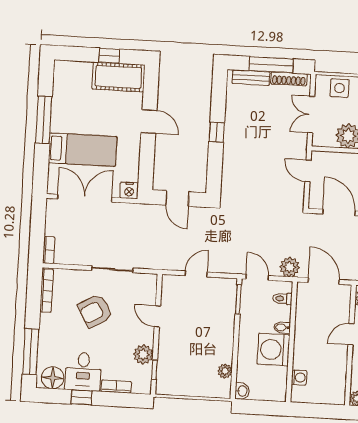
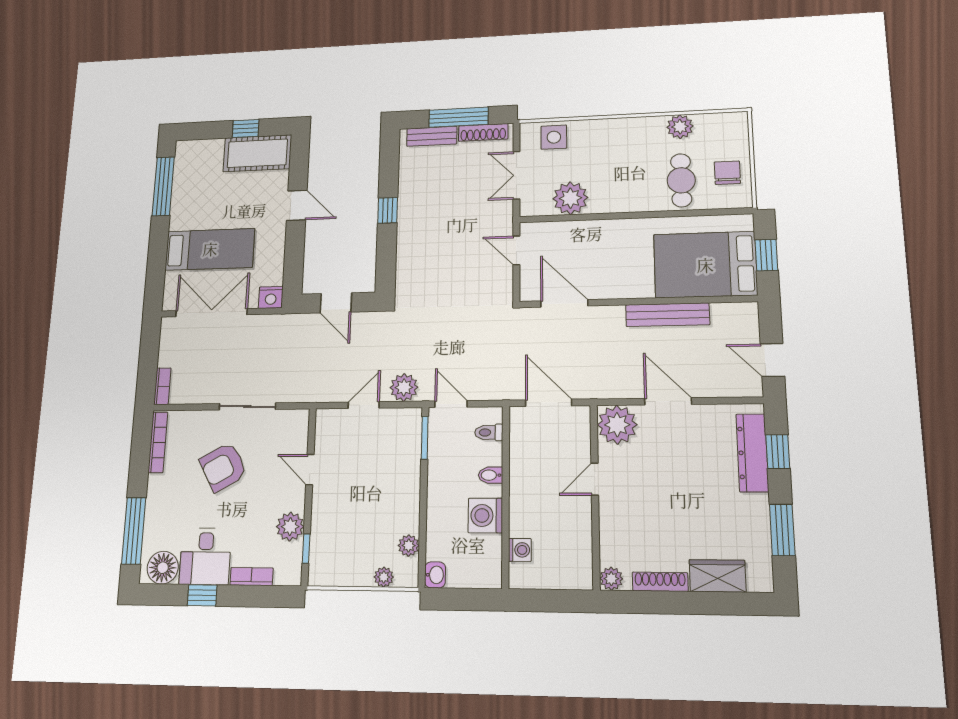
window: (44, 120) -> (163, 186), moved
plant: (290, 267) -> (404, 387), moved
washing machine: (273, 350) -> (485, 516), width x0.73, depth x0.73
plant: (207, 391) -> (384, 577), added

